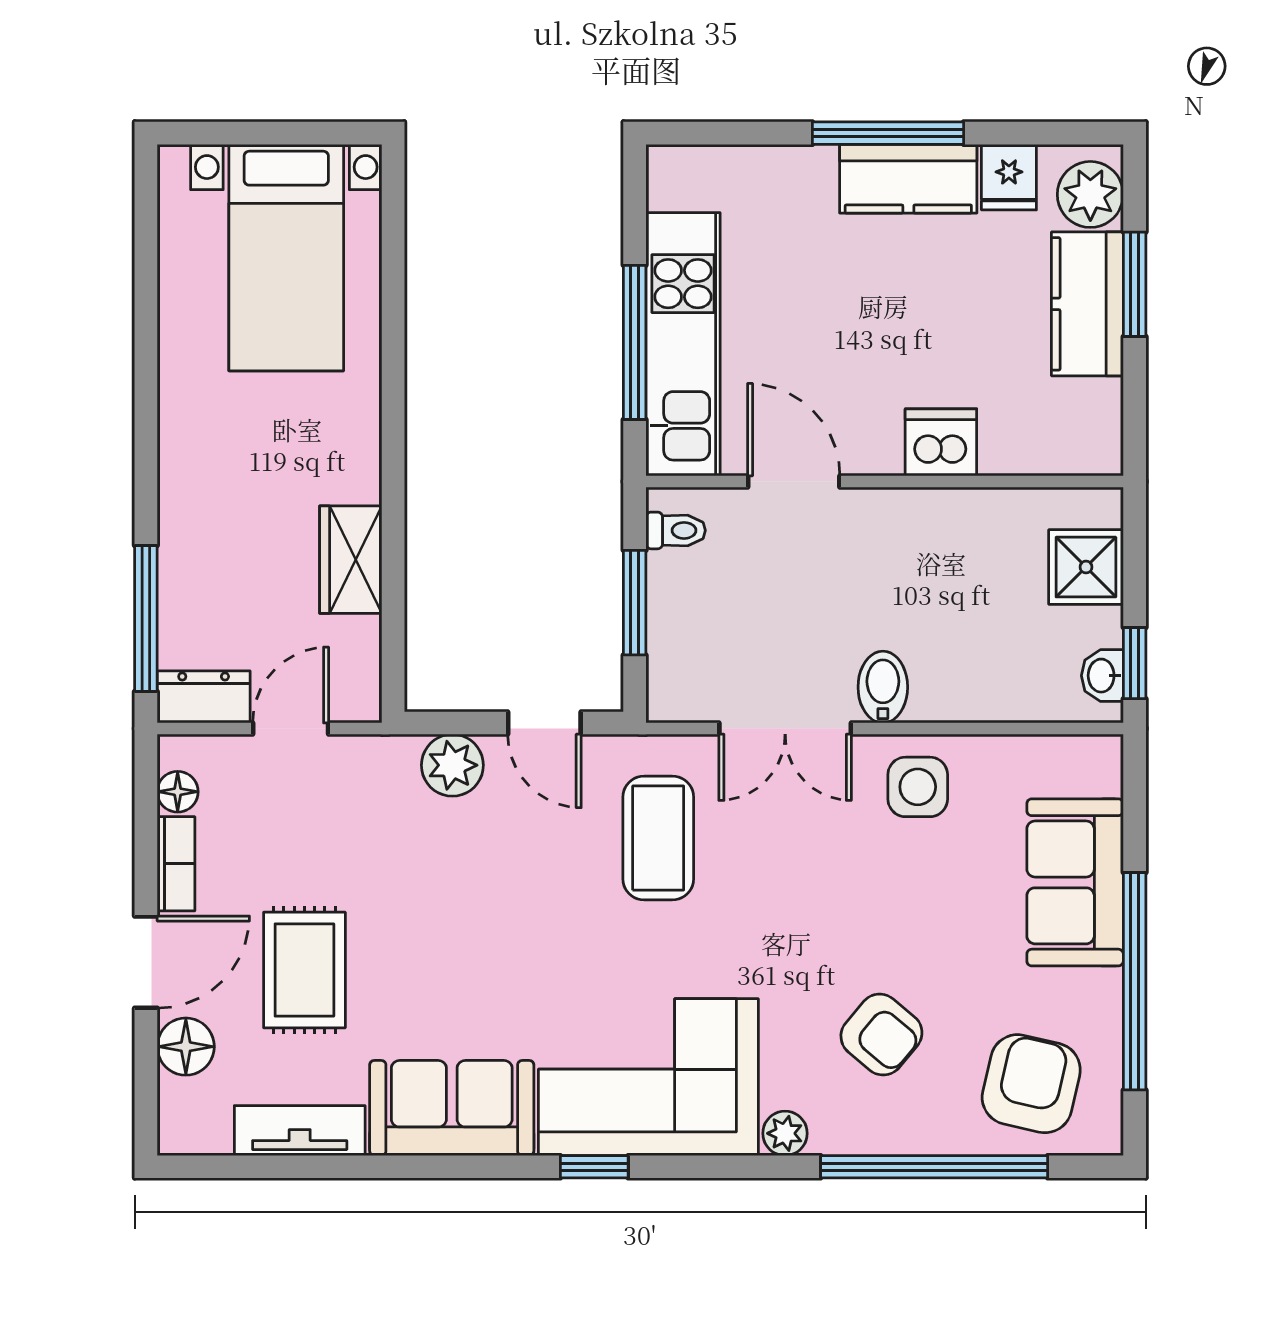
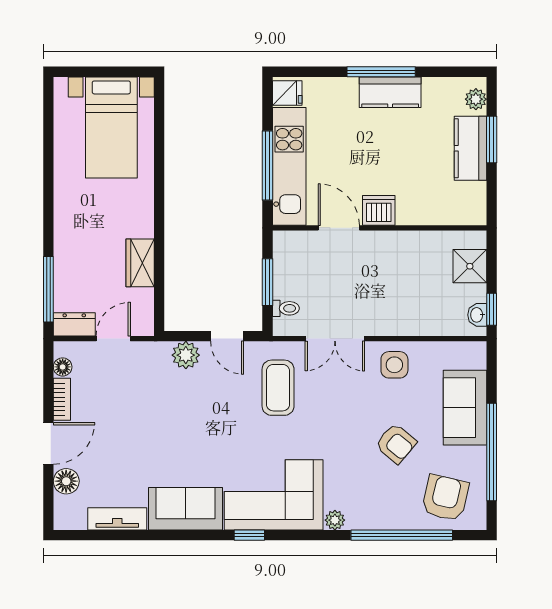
fridge: (1009, 177) -> (287, 93), moved, turned -90
plant: (1090, 194) -> (476, 99), width x0.73, depth x0.73
dishwasher: (941, 442) -> (379, 210), moved
toilet: (676, 530) -> (286, 308), moved
bidet: (883, 687) -> (379, 320), removed
rug: (304, 970) -> (119, 447), removed
armchair: (881, 1035) -> (396, 444), moved

